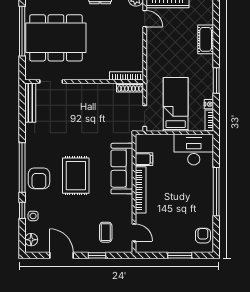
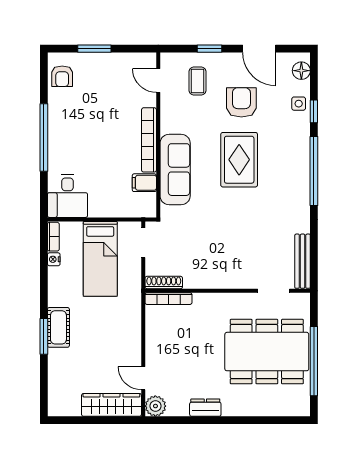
cot: (206, 39) -> (58, 327), moved
window: (216, 80) -> (44, 336), moved
desk: (194, 150) -> (67, 196), width x0.73
armchair: (39, 178) -> (241, 102), moved

